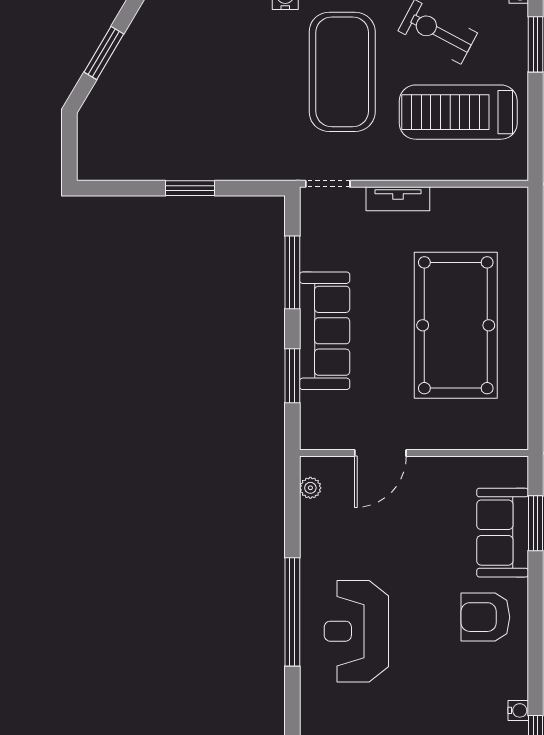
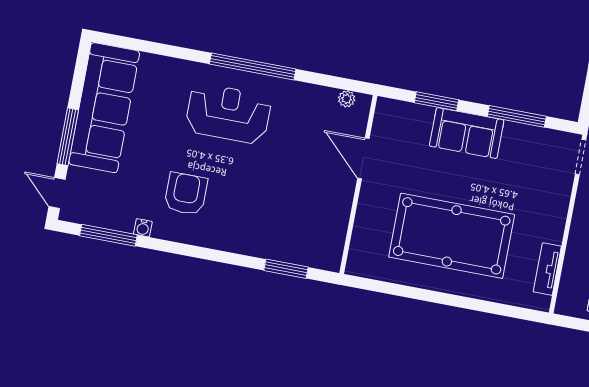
tv unit: (398, 199) -> (547, 269), moved
sofa: (325, 331) -> (467, 133), width x0.73
sofa: (503, 533) -> (284, 242), removed
armchair: (485, 617) -> (186, 194), moved

